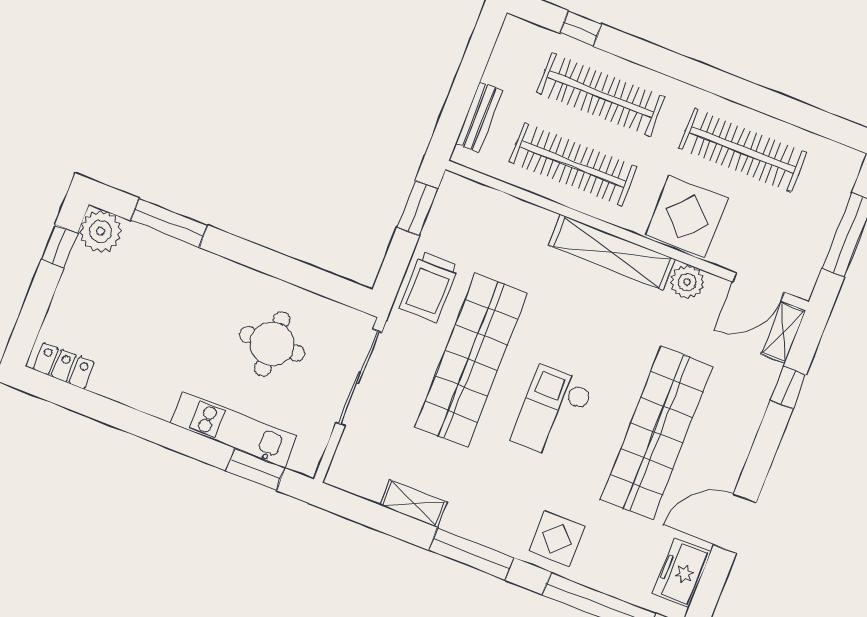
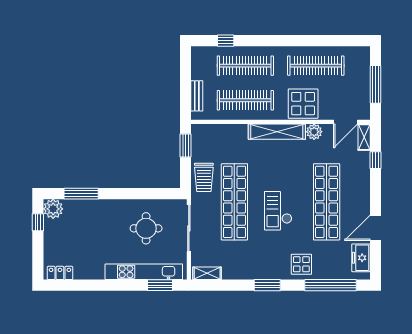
kitchen unit: (234, 430) -> (144, 272), width x1.36
shelving: (414, 504) -> (207, 273), moved
window: (471, 554) -> (267, 285), width x0.69

